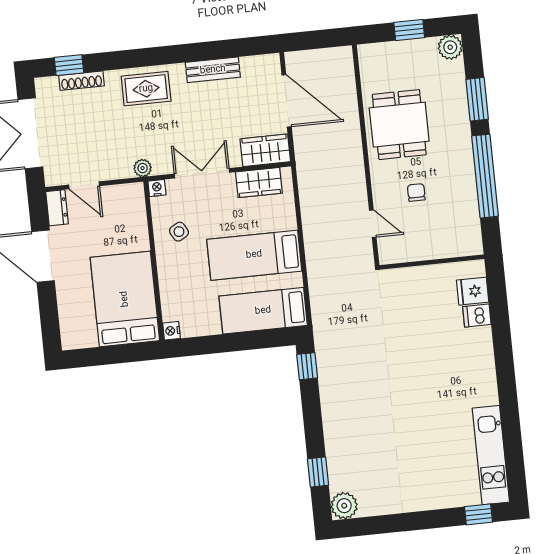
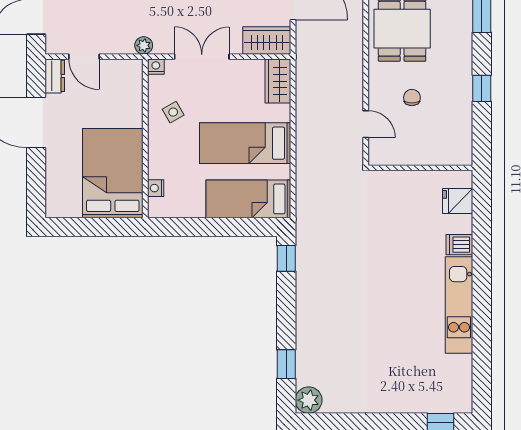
window: (485, 176) -> (482, 88), width x0.32
wardrobe: (259, 183) -> (278, 81), moved, turned 90
dishwasher: (477, 316) -> (459, 245), moved
nightstand: (171, 331) -> (156, 188), moved
kitchen unit: (491, 455) -> (459, 305), moved

